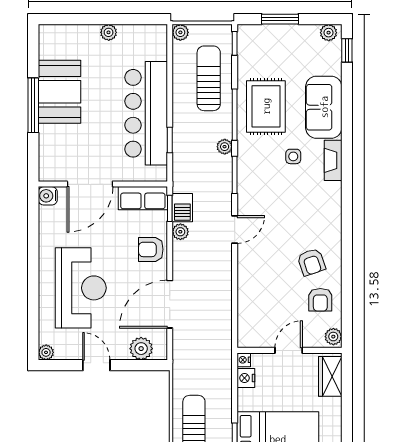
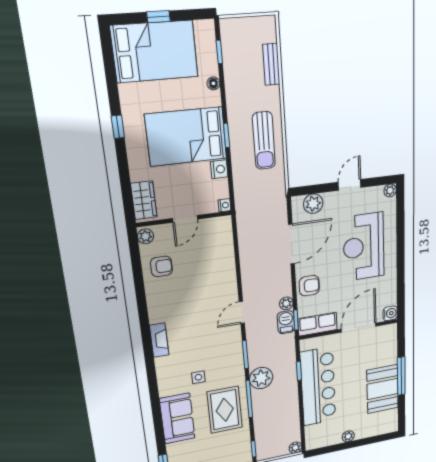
sun lounger: (209, 78) -> (272, 421), removed
plant: (225, 147) -> (261, 378), width x1.88, depth x1.88
fireplace: (333, 160) -> (159, 340), moved
armchair: (311, 262) -> (173, 297), removed
armchair: (320, 300) -> (161, 266), turned 90
door: (96, 365) -> (350, 185), swing flipped
nightstand: (246, 378) -> (219, 169), moved

